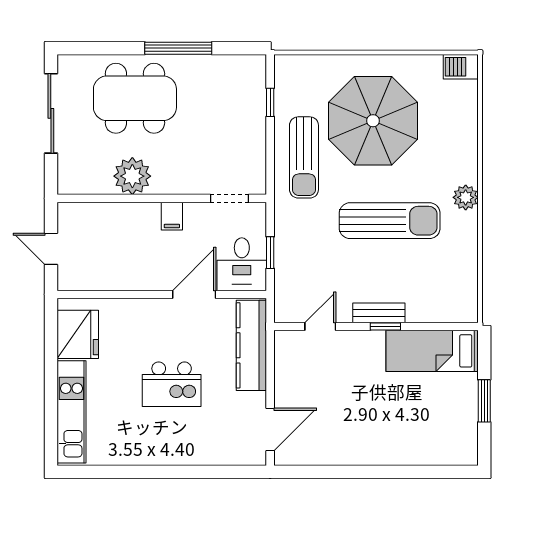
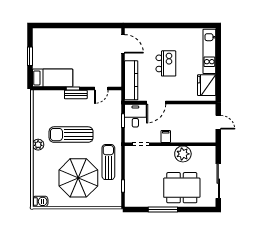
kitchen island: (172, 384) -> (166, 63), turned 90
door: (270, 429) -> (123, 44), swing flipped

